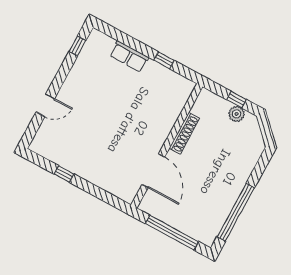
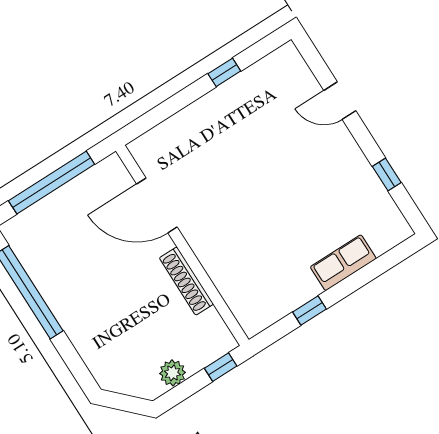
window: (78, 46) -> (387, 174), moved
window: (236, 100) -> (221, 367), moved
door: (45, 105) -> (340, 101), hinge flipped

